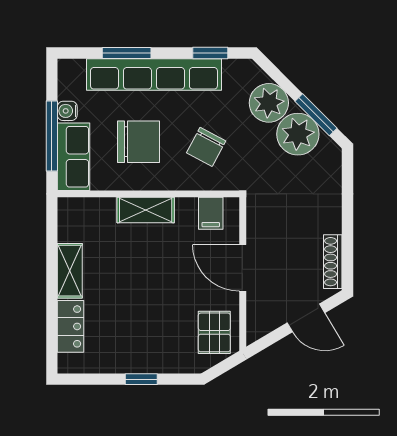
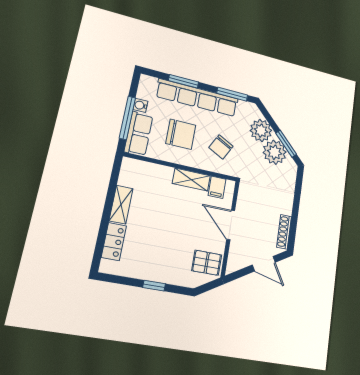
window: (210, 53) -> (232, 94), width x1.50
shelving: (146, 210) -> (191, 180), moved
pallet: (214, 332) -> (207, 263), turned 90

